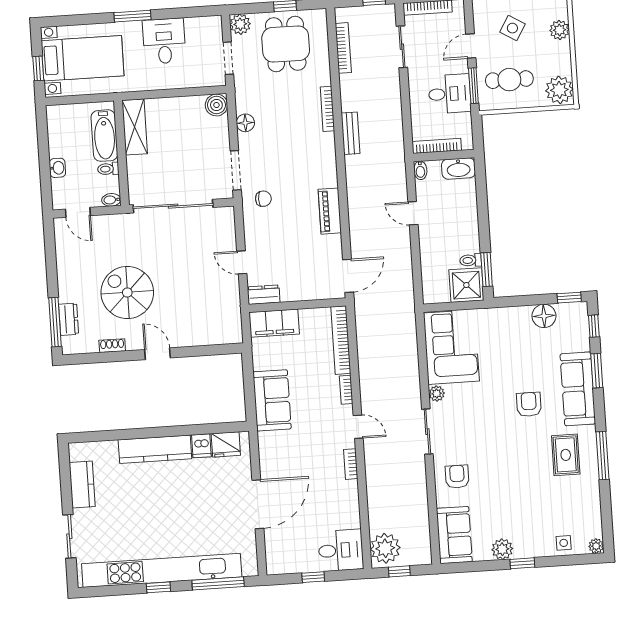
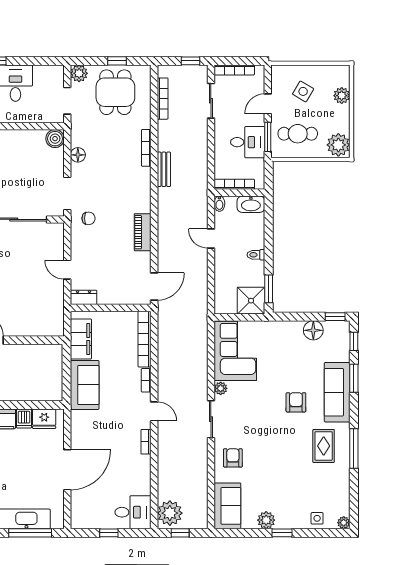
toilet: (471, 260) -> (256, 255), moved
filing cabinet: (274, 323) -> (81, 339), moved, turned -90

